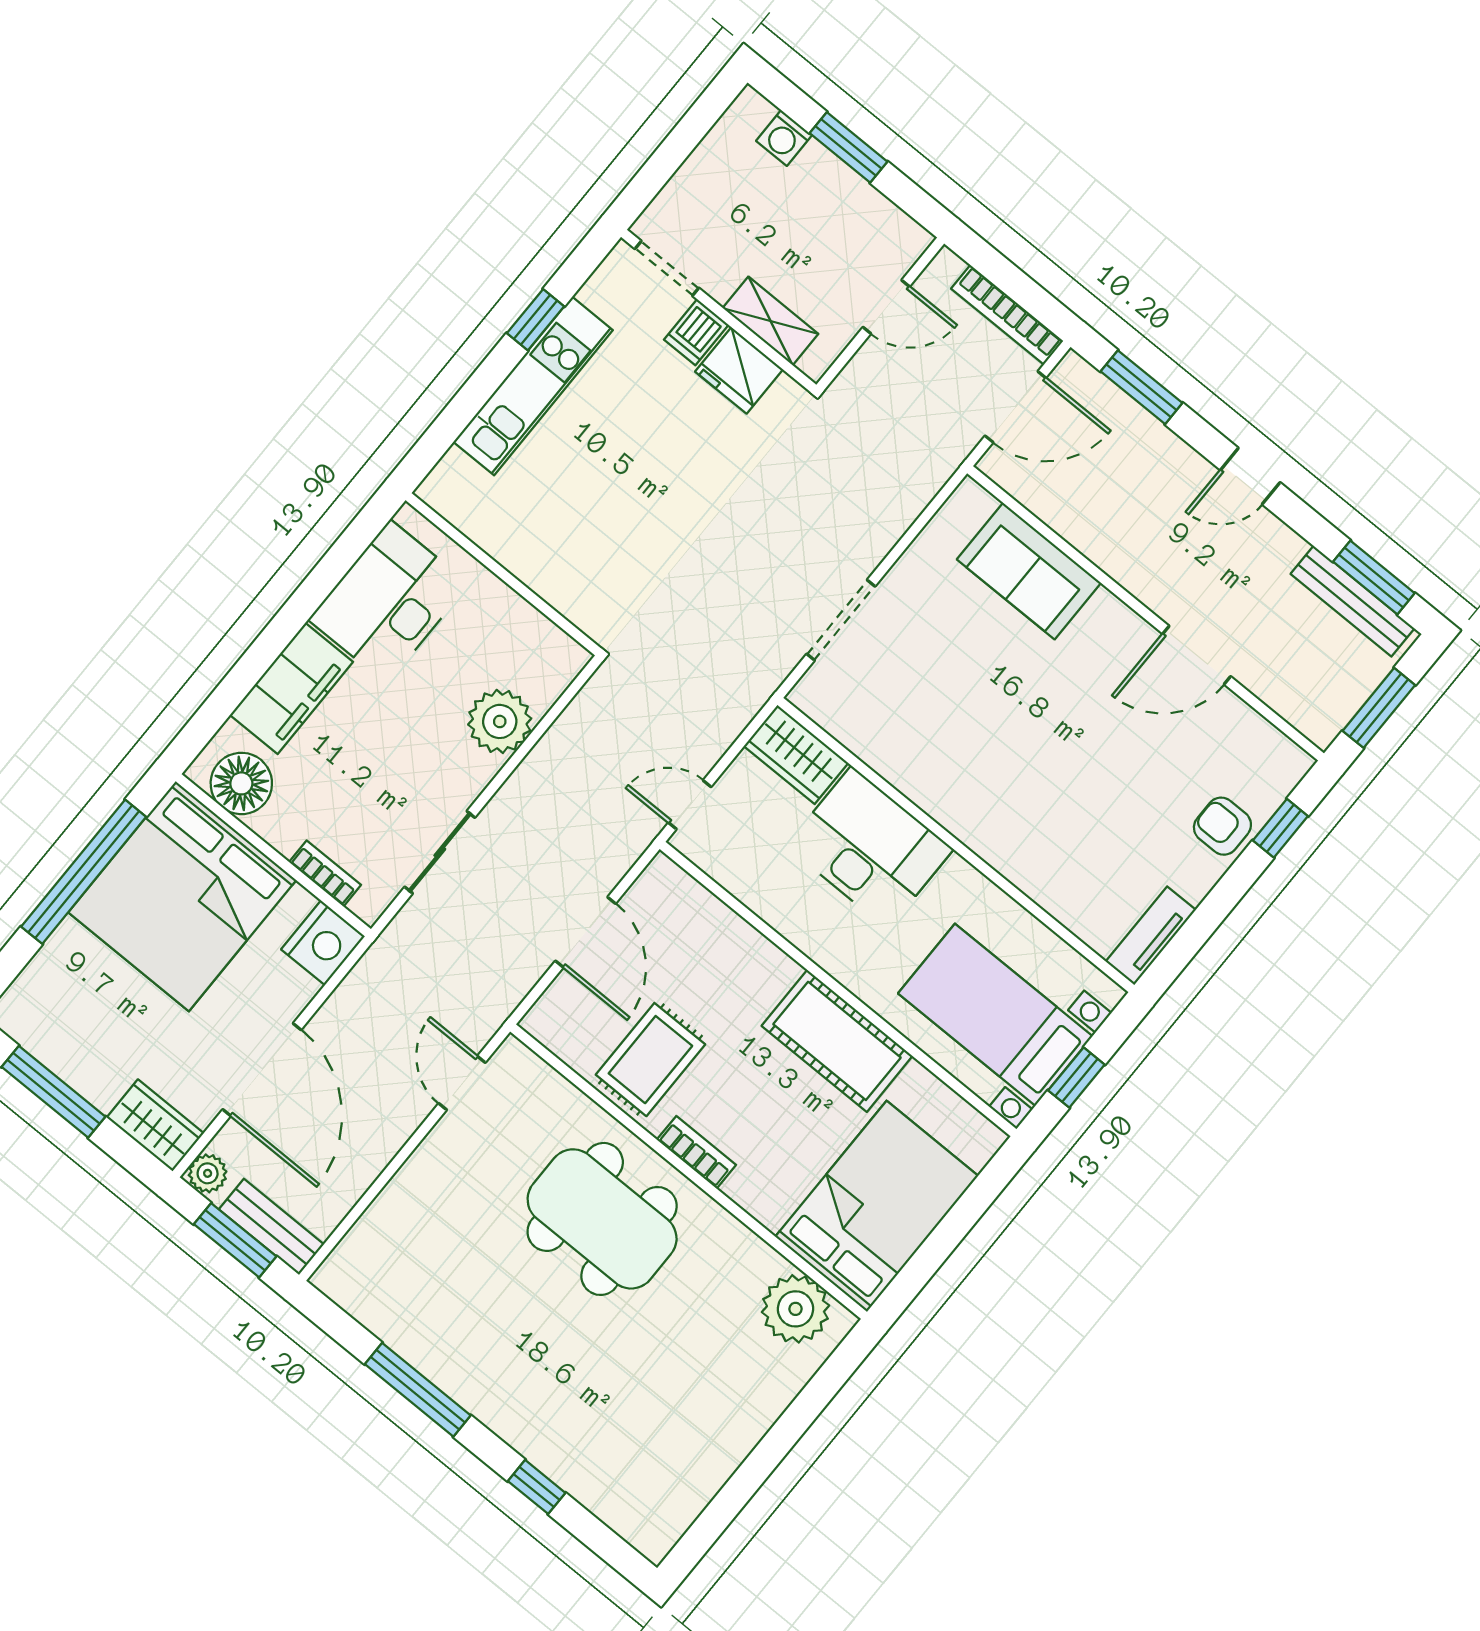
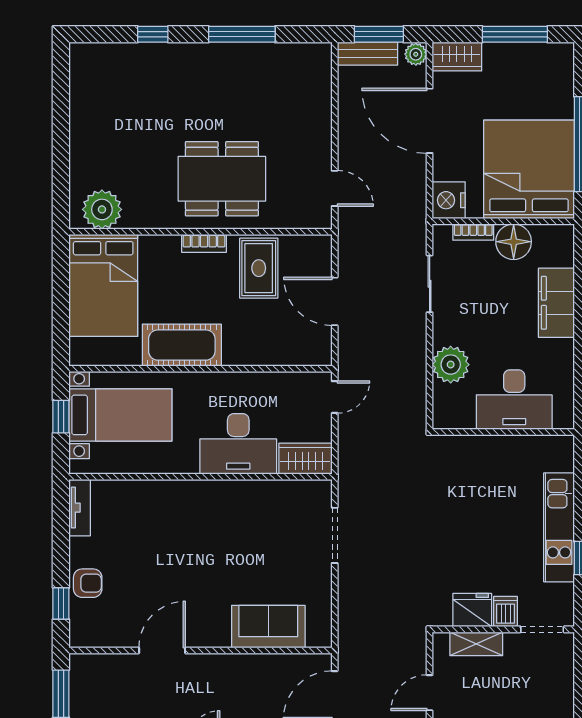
desk: (388, 602) -> (514, 400), moved, turned 90
floor lamp: (241, 783) -> (514, 242), moved

